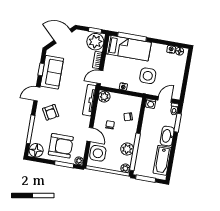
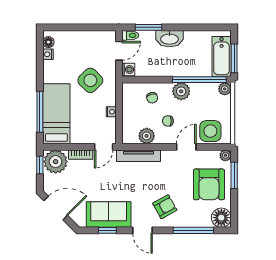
door: (63, 36) -> (56, 208), swing flipped
side table: (148, 76) -> (90, 80), turned 45
door: (100, 77) -> (104, 147), hinge flipped
plant: (104, 97) -> (147, 136), moved
door: (165, 99) -> (119, 51), swing flipped
armchair: (61, 146) -> (209, 184), turned 180
plant: (127, 149) -> (181, 91), moved
bathtub: (162, 160) -> (222, 56), moved, turned 90

